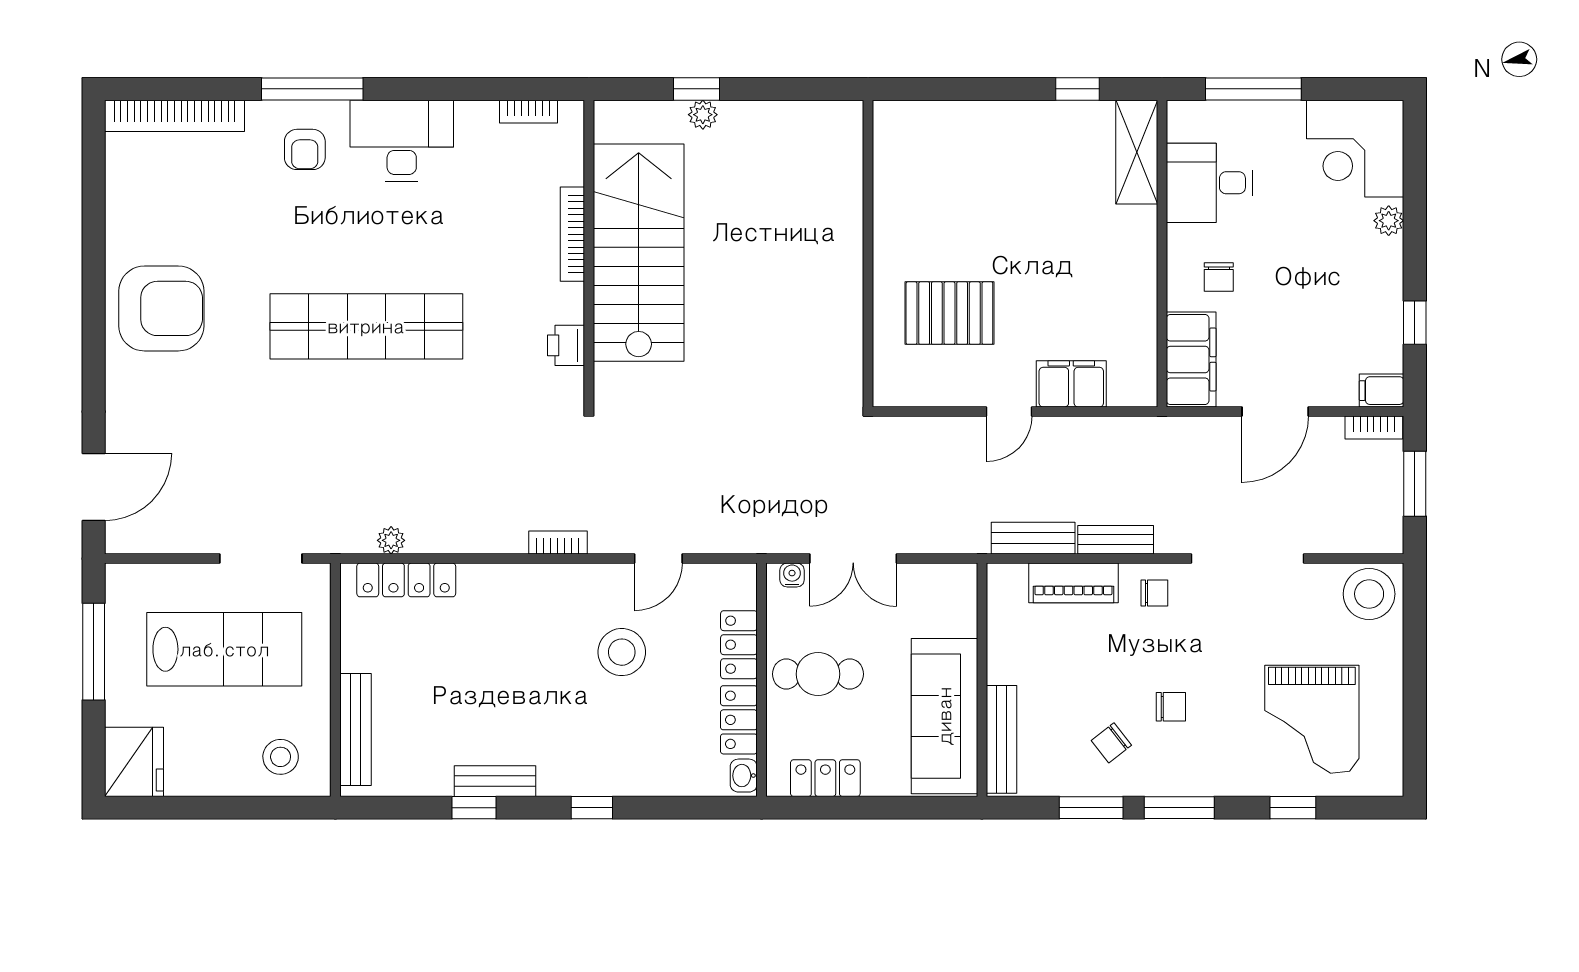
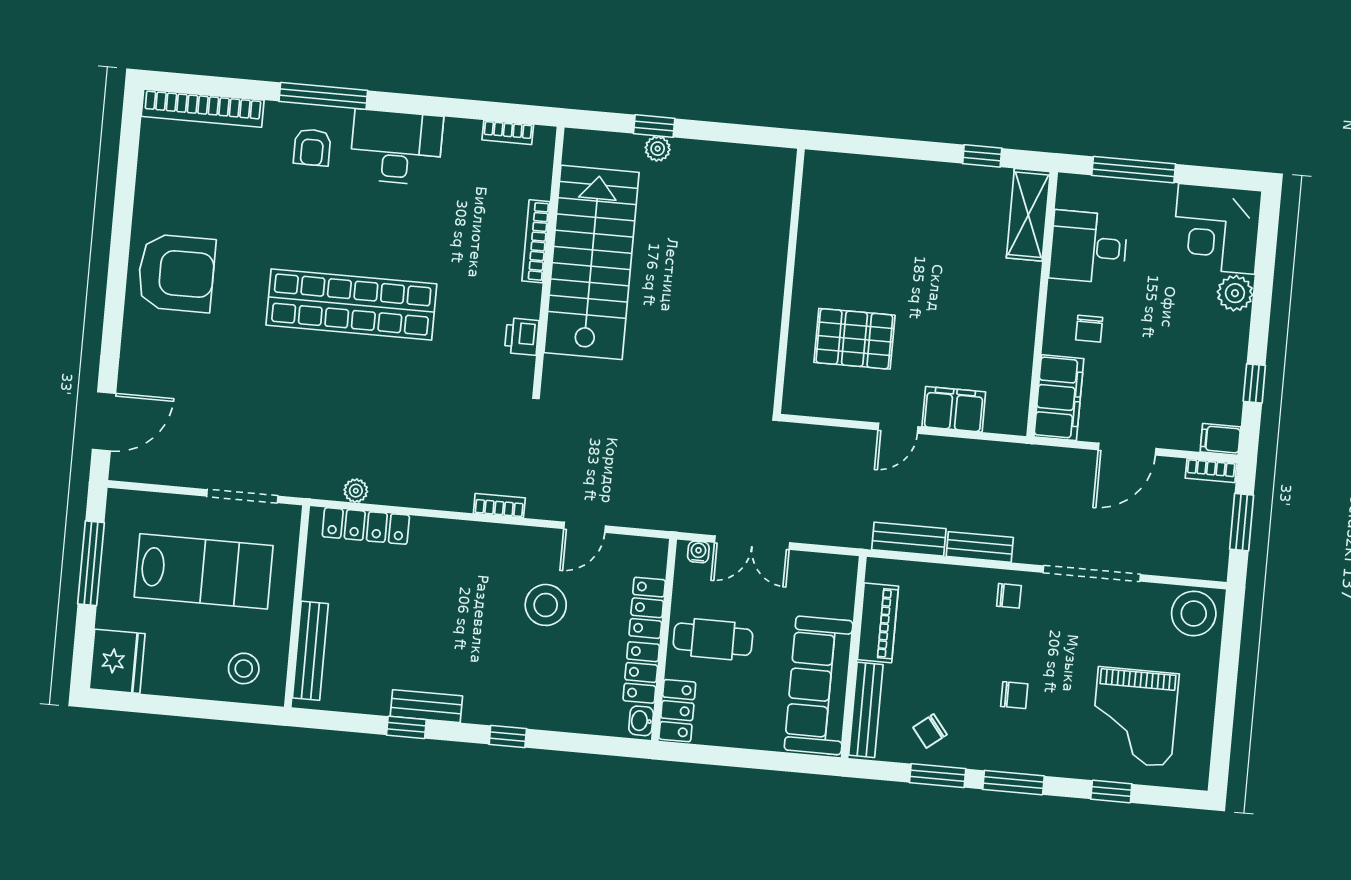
plant: (1389, 221) -> (1235, 293), width x1.38, depth x1.38
piano: (1073, 583) -> (878, 623), moved, turned -90
chair: (1111, 743) -> (930, 731), moved
locker: (825, 778) -> (677, 711), moved, turned 90

